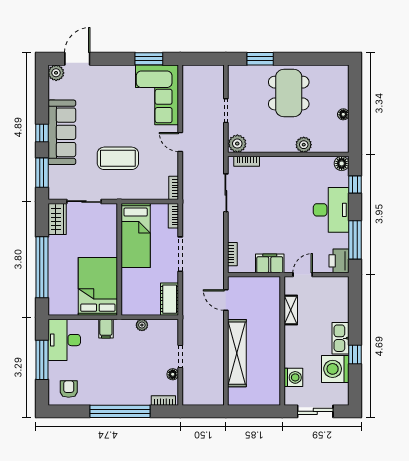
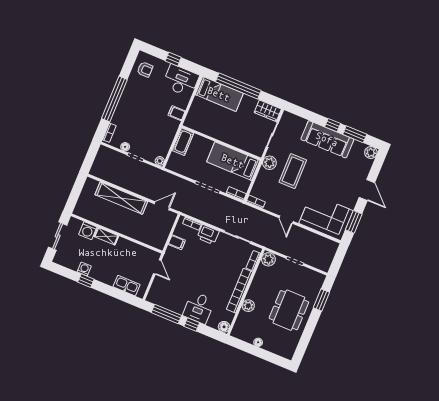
door: (77, 59) -> (367, 190), moved
dining table: (289, 93) -> (289, 310), turned 90
door: (180, 142) -> (286, 220), swing flipped
bookcase: (290, 163) -> (240, 291), added
window: (42, 173) -> (355, 134), moved
window: (355, 185) -> (192, 325), moved
plant: (119, 191) -> (269, 163), added
desk: (331, 210) -> (199, 308), width x0.73
printer: (339, 261) -> (208, 235), moved, turned 180
filing cabinet: (270, 263) -> (177, 242), width x0.50
bed: (98, 286) -> (219, 94), moved, width x0.67
cot: (170, 299) -> (183, 142), moved, turned 90
shelving: (291, 310) -> (106, 236), moved
plant: (142, 325) -> (160, 161), moved
kitchen sink: (341, 338) -> (127, 286), moved
window: (42, 360) -> (173, 59), width x0.46
washing machine: (335, 369) -> (84, 269), width x0.53, depth x0.53

